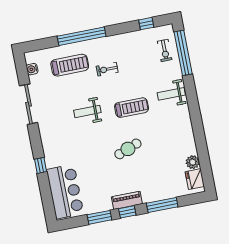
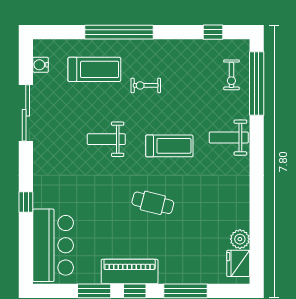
cafe table: (128, 149) -> (153, 203), turned 35
piano: (127, 200) -> (130, 272), width x1.37, depth x1.33

